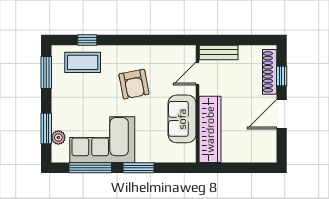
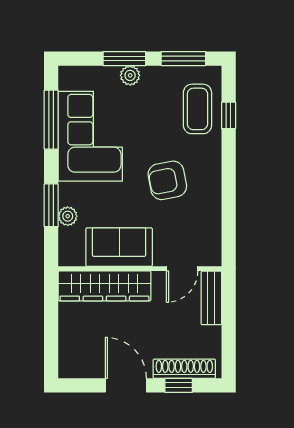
door: (198, 73) -> (182, 269), swing flipped
window: (46, 129) -> (124, 59), moved
plant: (58, 137) -> (130, 75), moved
plant: (160, 156) -> (68, 216), added
window: (138, 168) -> (51, 205), moved

